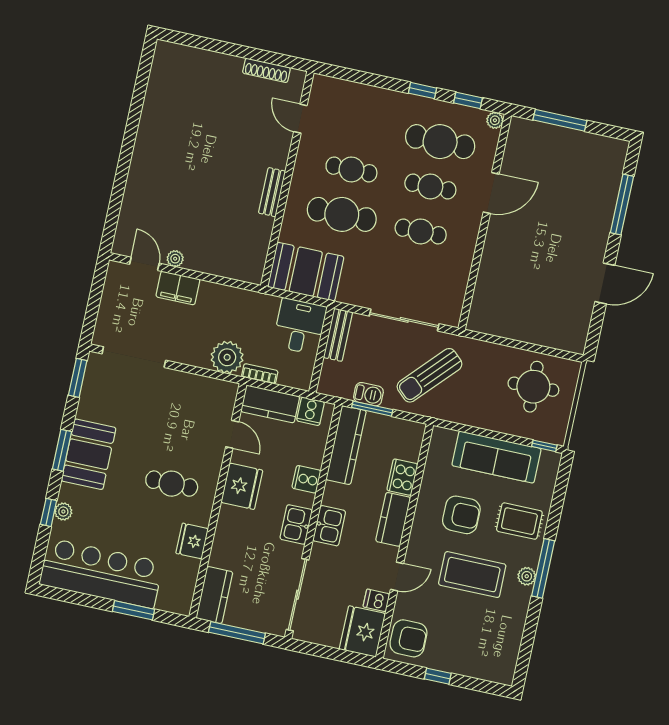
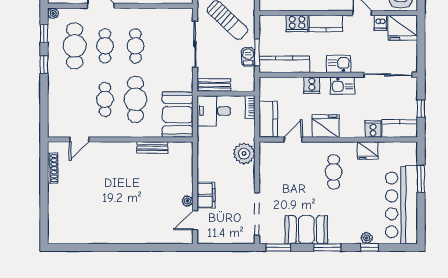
bench: (272, 192) -> (152, 148), moved
bookcase: (260, 374) -> (250, 107), moved
cooker: (310, 411) -> (373, 129), moved, turned -90
booth: (89, 454) -> (306, 230), moved
window: (237, 633) -> (421, 109), width x0.46

